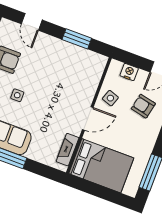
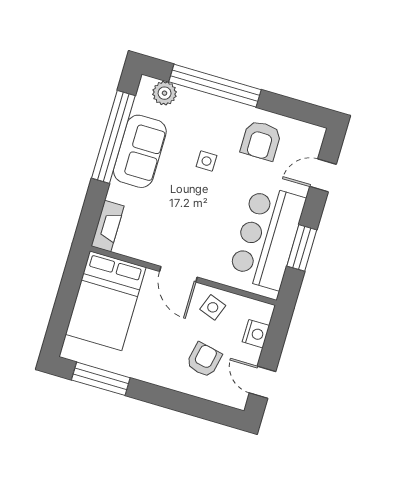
bar counter: (68, 60) -> (267, 237), added
fireplace: (68, 150) -> (108, 226), moved, turned 90

